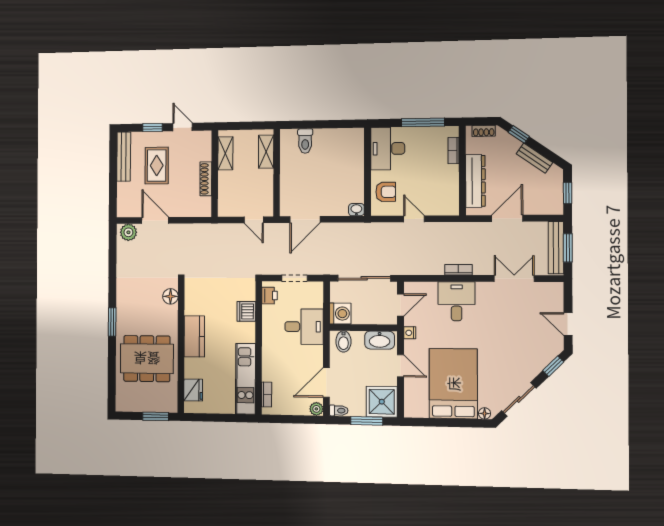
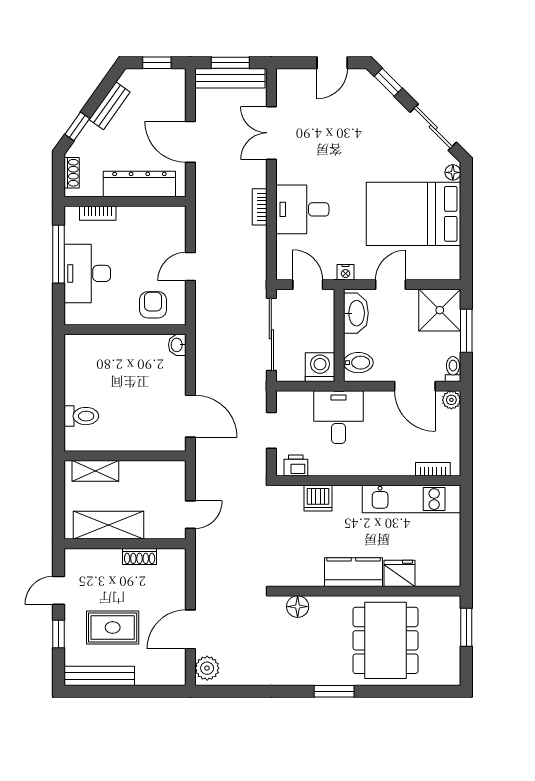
desk: (388, 149) -> (87, 273), moved, turned 90
shelving: (225, 153) -> (108, 525), width x1.50, depth x1.33
shoe rack: (206, 179) -> (140, 556), width x0.70
door: (254, 220) -> (190, 515), moved
fridge: (193, 390) -> (399, 573), moved

